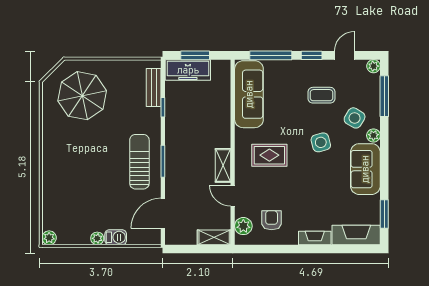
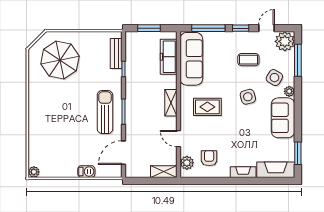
plant: (374, 66) -> (285, 41), width x1.87, depth x1.87
freezer: (188, 70) -> (169, 57), moved, turned 90
shelving: (223, 165) -> (171, 103), moved
plant: (97, 238) -> (72, 172), removed

